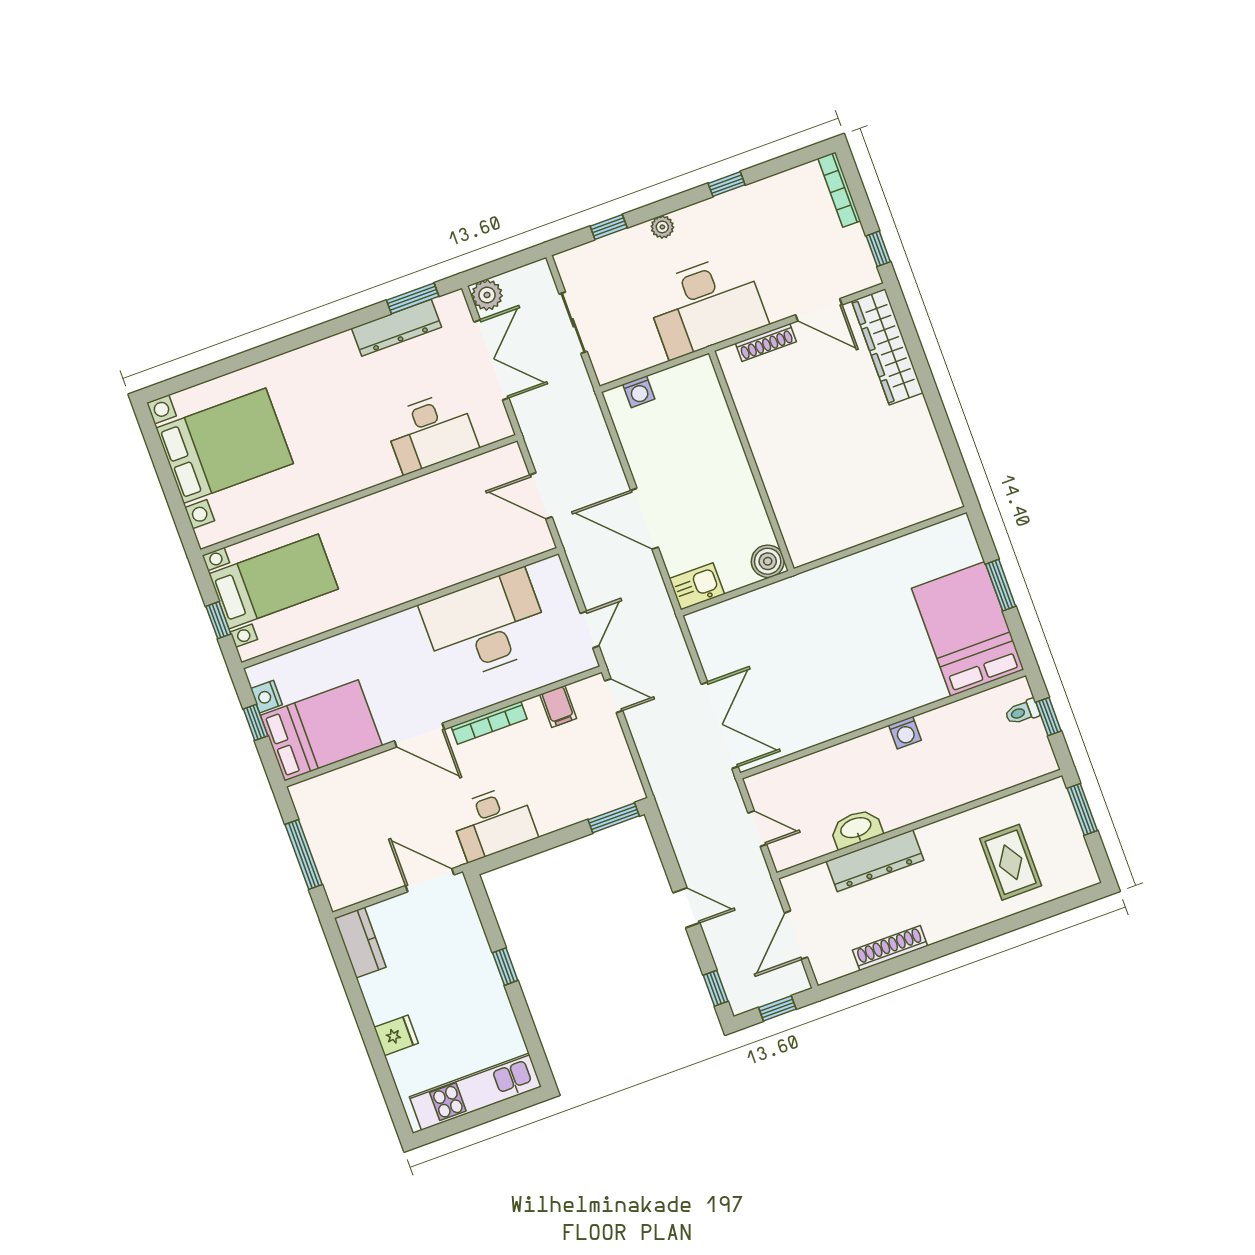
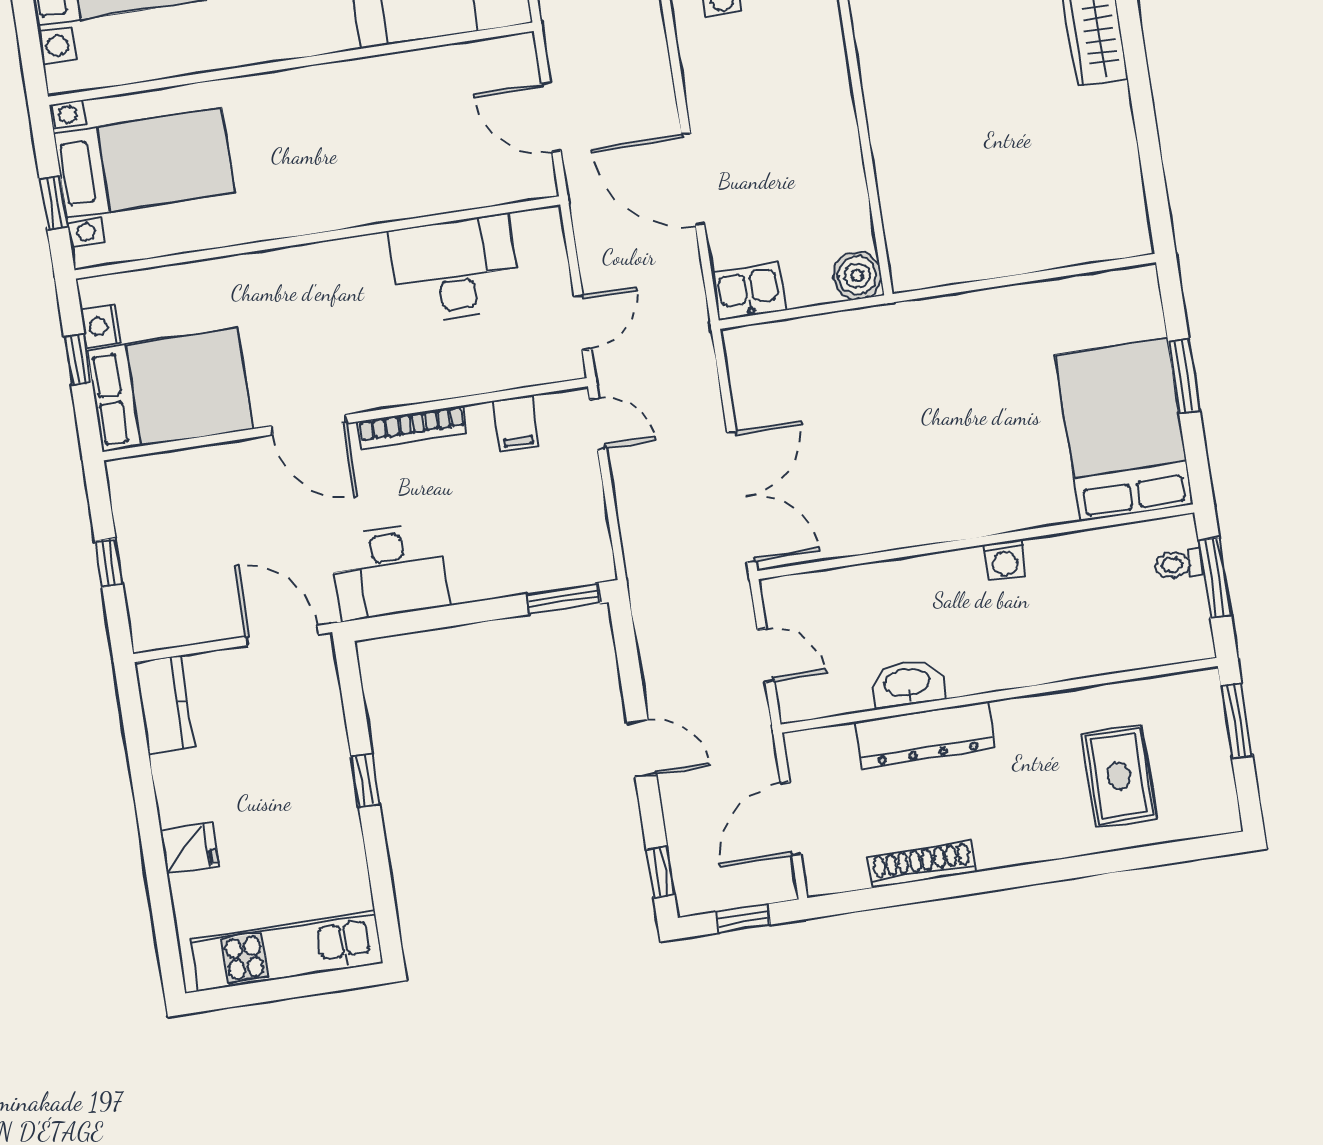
desk: (486, 625) -> (455, 269), width x0.73, depth x0.77
window: (1049, 717) -> (1215, 578), width x1.50
window: (304, 855) -> (109, 563), width x0.46

